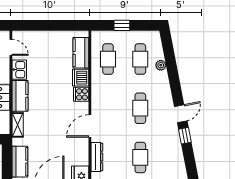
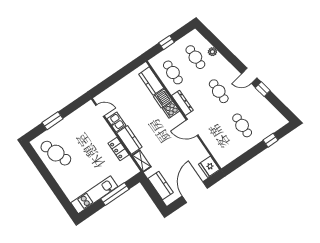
door: (181, 114) -> (249, 76), swing flipped
door: (90, 126) -> (192, 128), hinge flipped
dresser: (97, 157) -> (182, 103), moved

